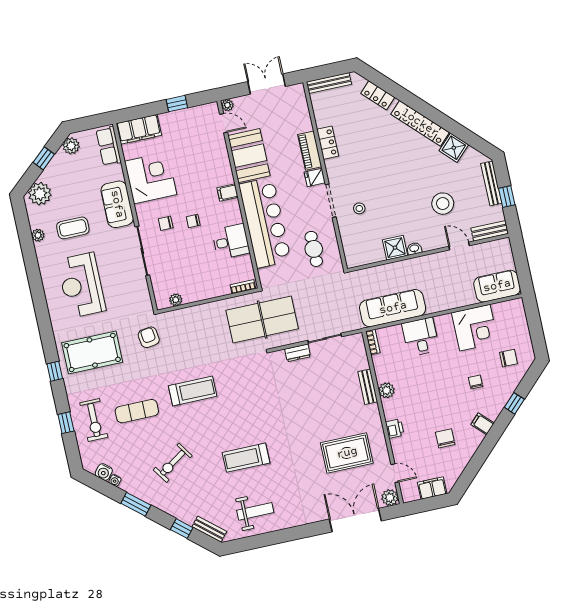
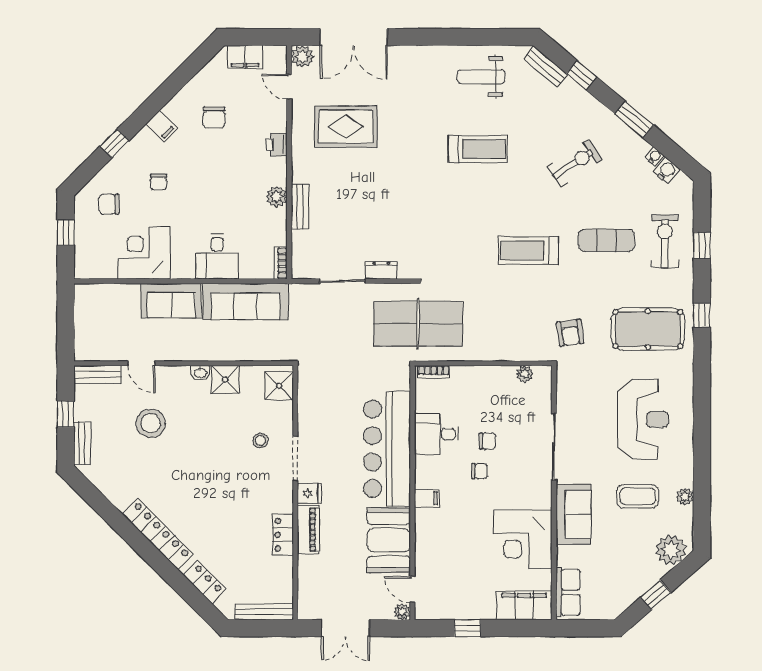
plant: (71, 146) -> (617, 603), removed
shower: (454, 148) -> (279, 386), moved, turned 45
bench: (491, 183) -> (82, 443), width x0.73
chair: (166, 223) -> (487, 441), moved
cafe table: (314, 249) -> (331, 401), removed
sofa: (497, 286) -> (171, 301), moved
window: (536, 330) -> (66, 233), added

